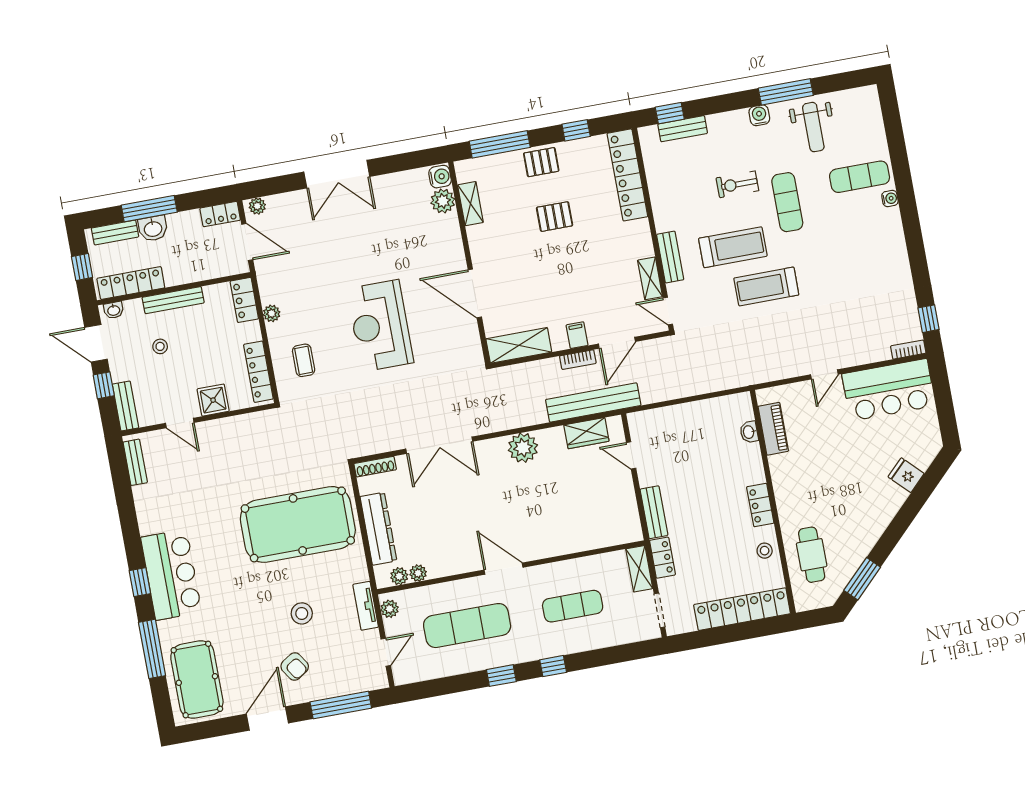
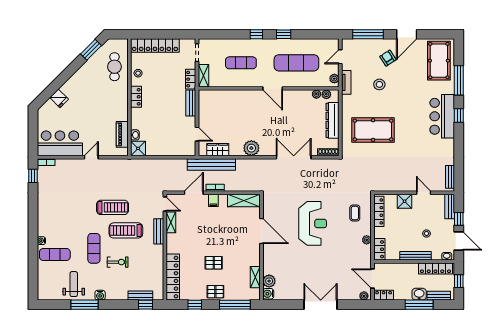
shower: (738, 408) -> (138, 148), added
pool table: (298, 524) -> (373, 130), width x0.73, depth x0.76

